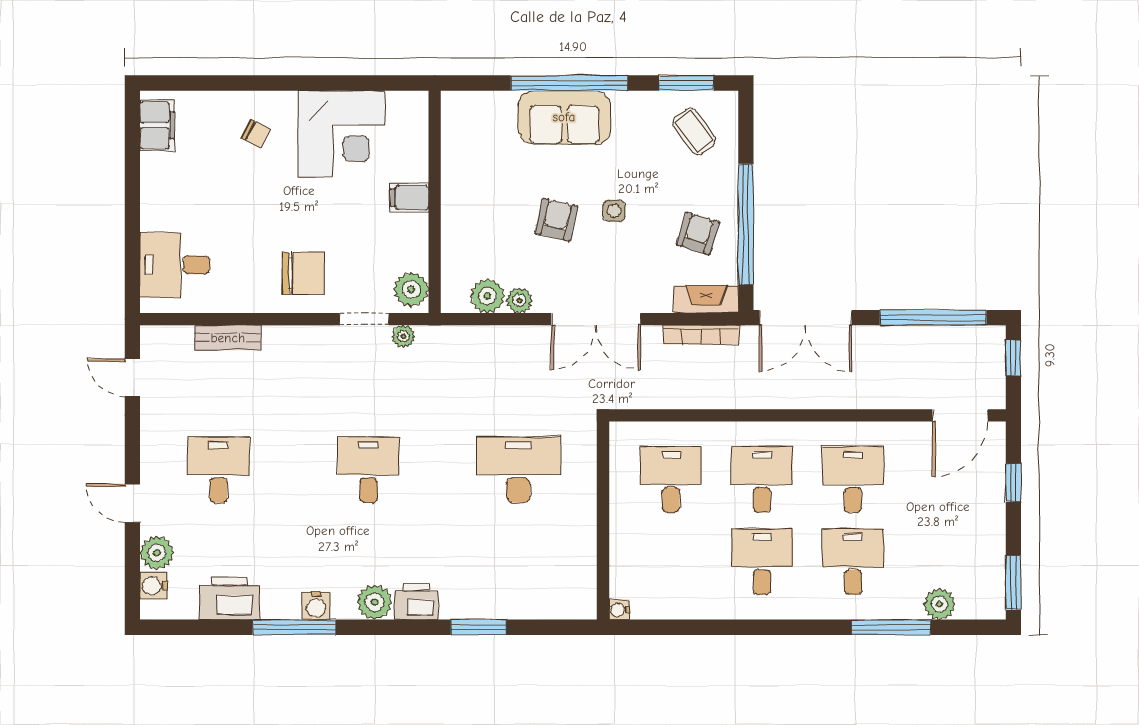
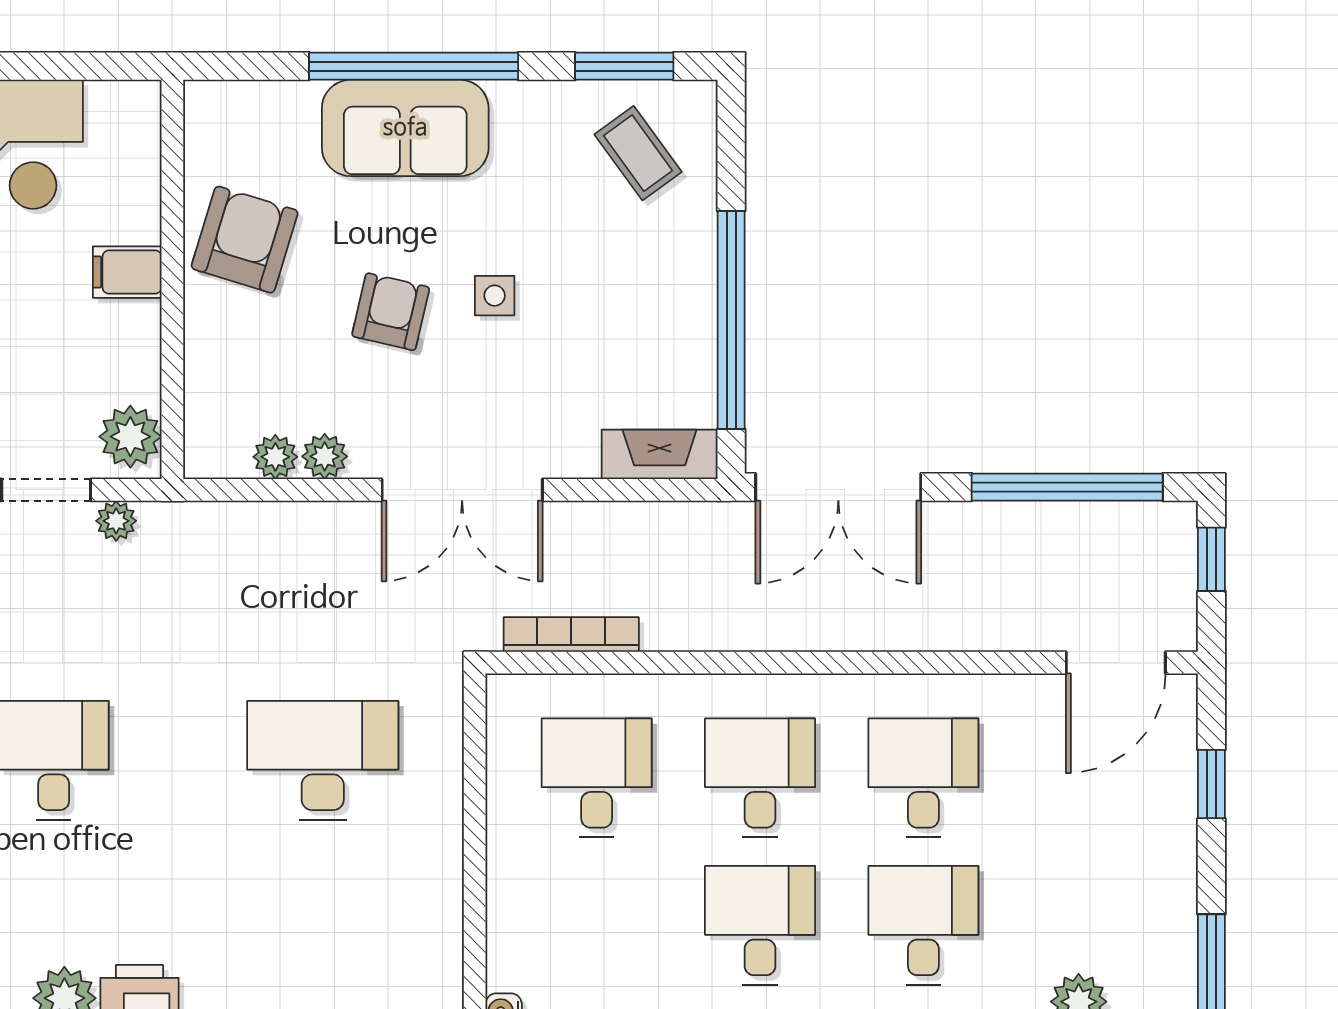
armchair: (698, 233) -> (245, 240), moved, width x1.38, depth x1.38
plant: (487, 296) -> (275, 457), width x0.73, depth x0.73
bookcase: (701, 335) -> (571, 635), moved, turned 180

